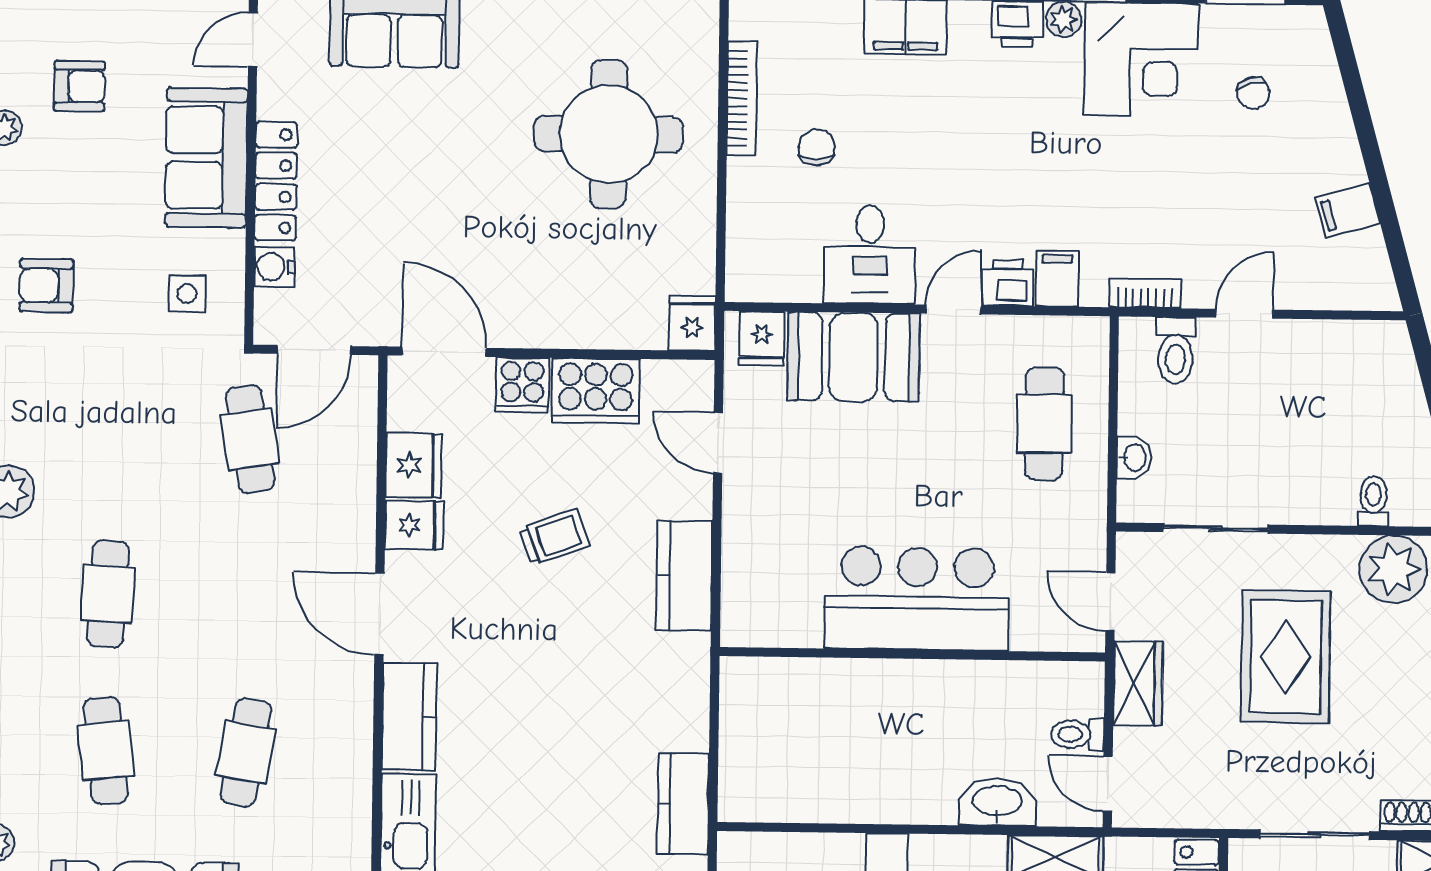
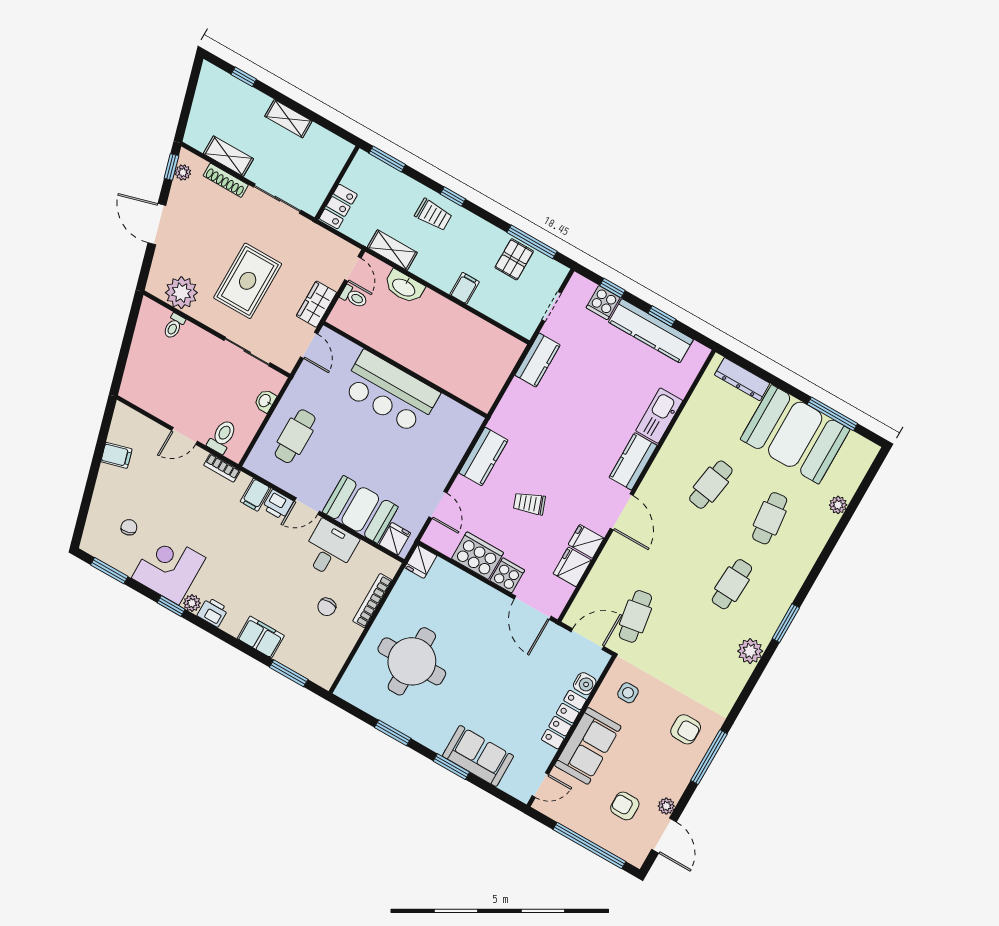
bookcase: (742, 98) -> (372, 601), moved

